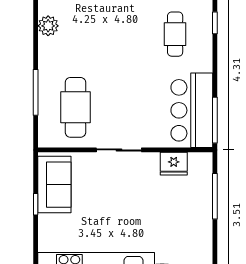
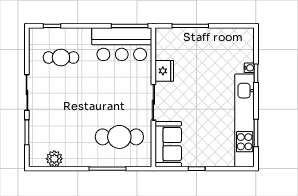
fridge: (174, 164) -> (164, 71), moved
sofa: (54, 185) -> (168, 144), moved, turned 90

